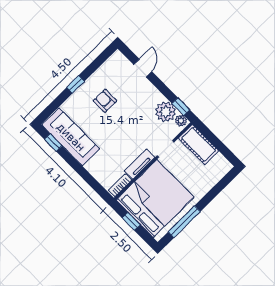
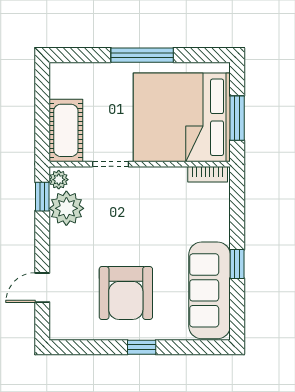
armchair: (105, 101) -> (126, 293), width x1.88, depth x1.88
window: (53, 143) -> (237, 264), moved
tv unit: (140, 164) -> (159, 176), removed
window: (131, 221) -> (237, 118), width x1.50
window: (184, 222) -> (142, 55), moved

